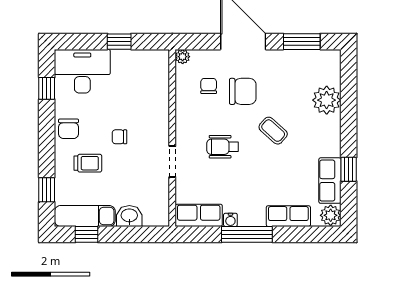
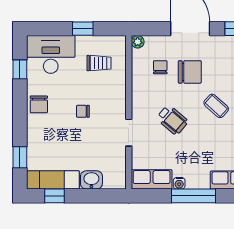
wheelchair: (223, 147) -> (172, 120), turned -140
trolley: (88, 163) -> (99, 63), moved

